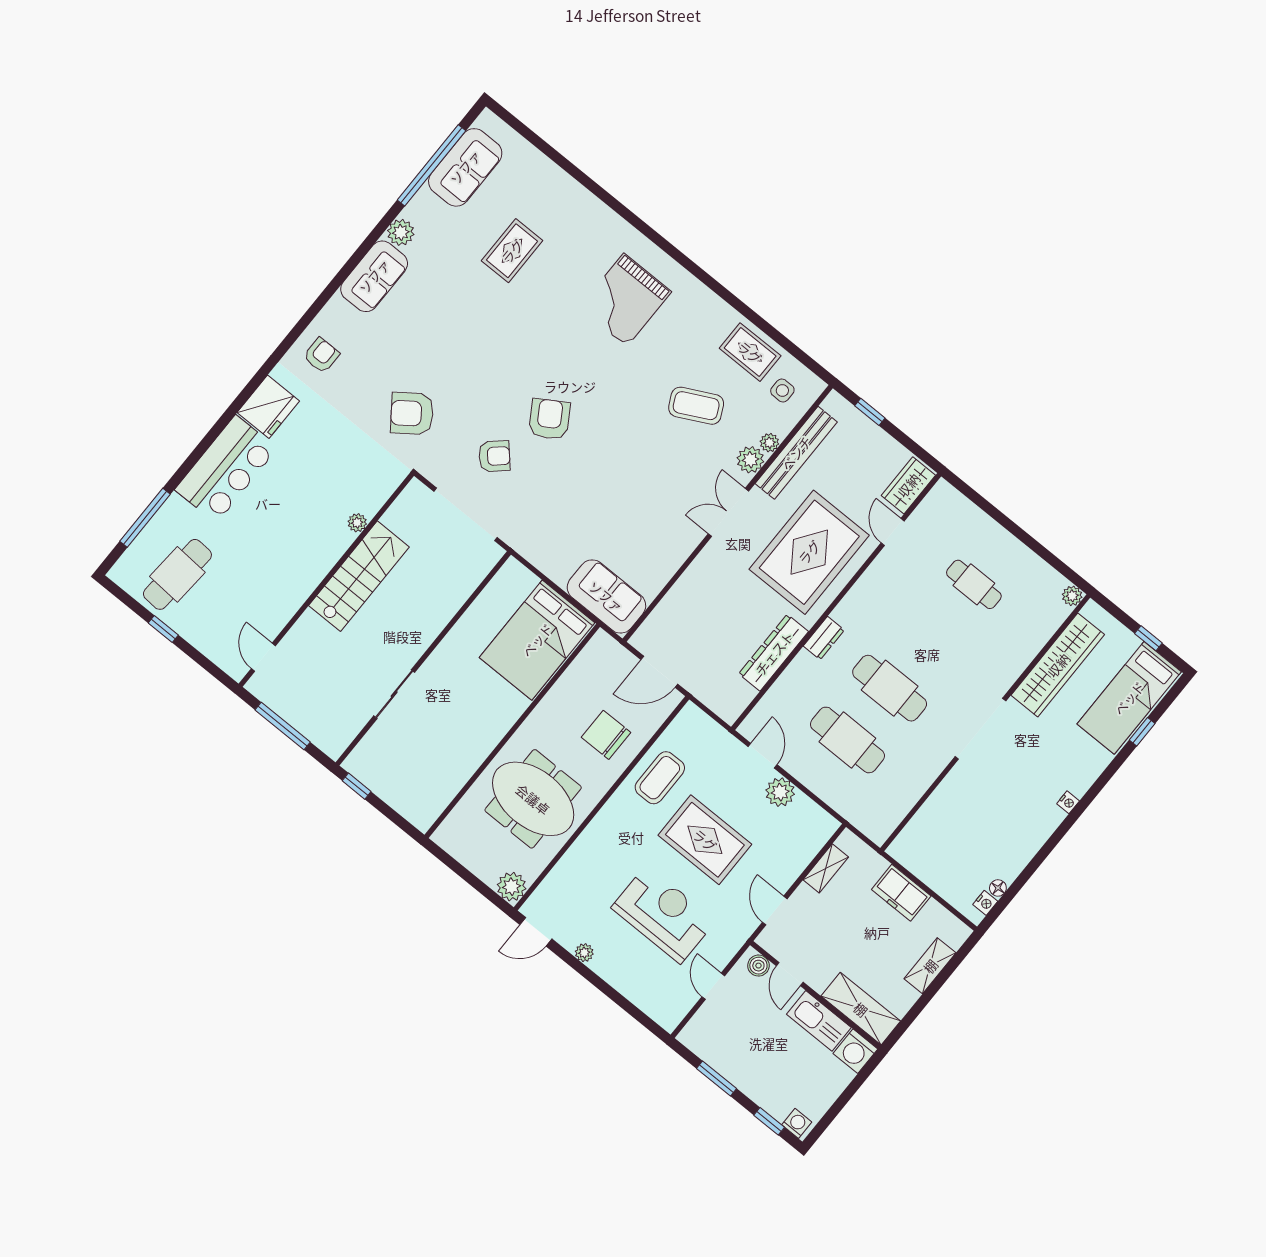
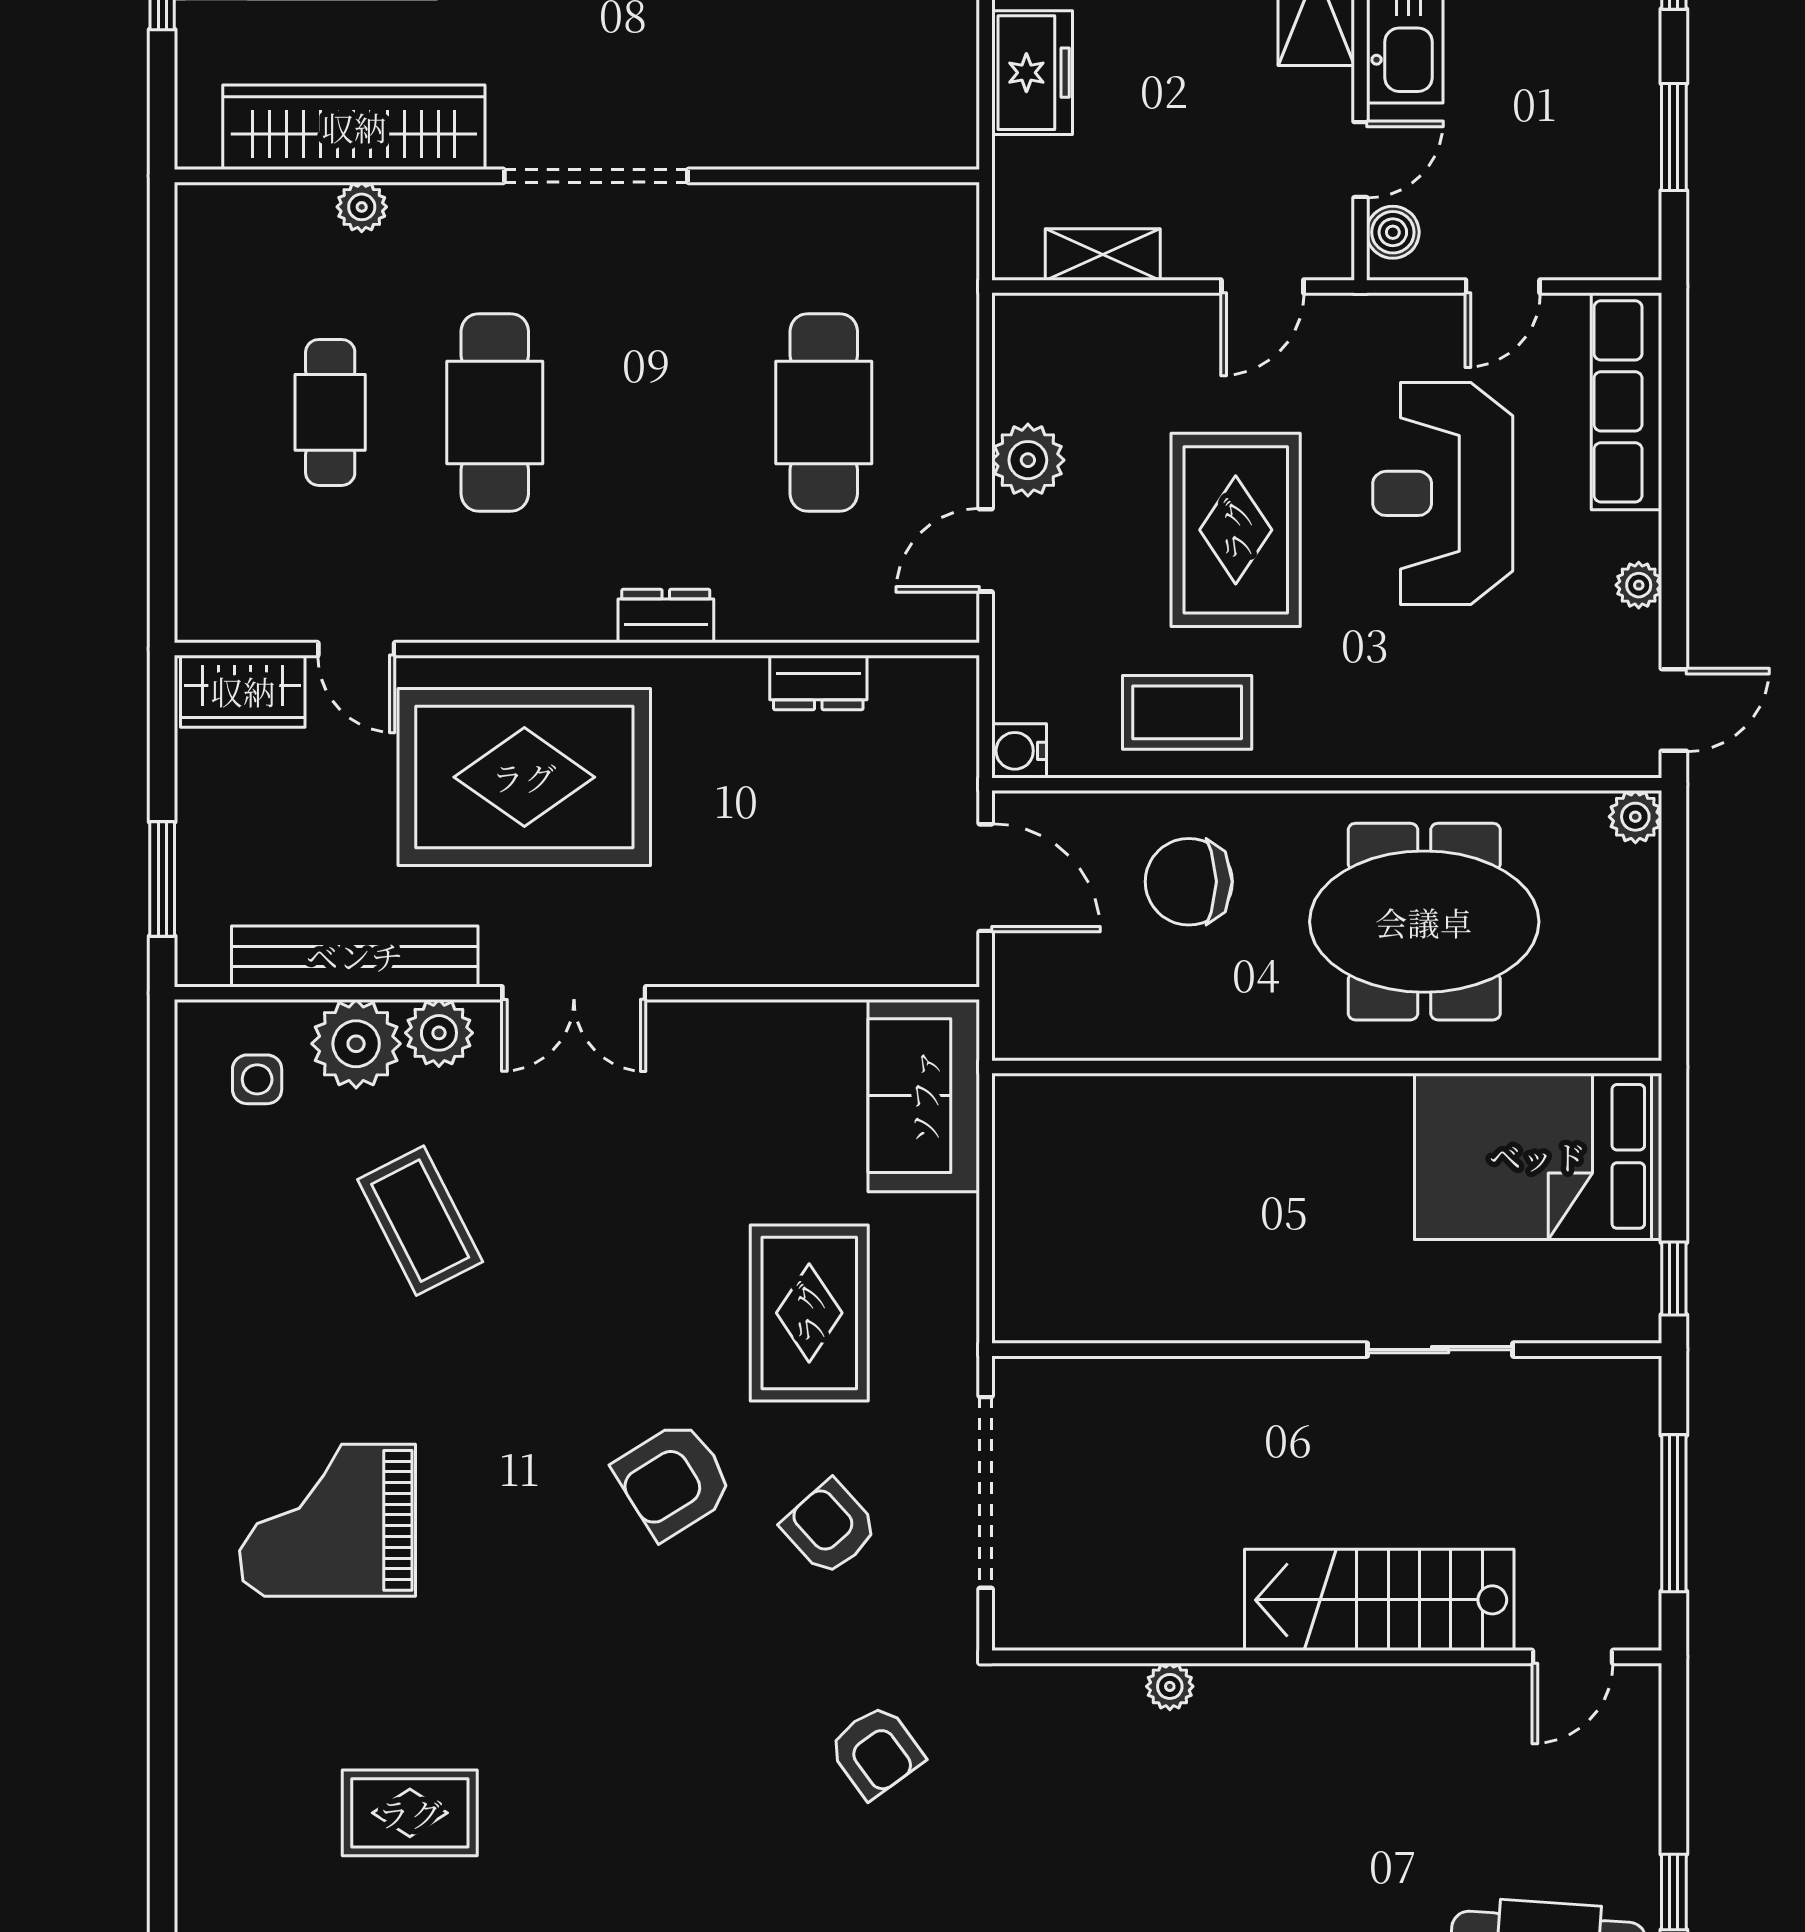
grand piano: (625, 300) -> (328, 1520), turned 180
rug: (750, 352) -> (809, 1313), moved, width x1.36, depth x1.43
window: (870, 412) -> (162, 879), width x1.50
armchair: (412, 413) -> (876, 1751), width x0.72, depth x0.72
plant: (769, 443) -> (356, 1044), width x1.88, depth x1.88
door: (893, 532) -> (356, 649), hinge flipped
stairs: (359, 576) -> (1379, 1600), moved
plant: (1072, 596) -> (362, 207), moved
bed: (537, 640) -> (1538, 1156), moved, turned 180
dresser: (774, 653) -> (818, 683), width x0.51, depth x0.80
cafe table: (890, 688) -> (495, 412), moved
water cooler: (691, 715) -> (1019, 751), added
chair: (606, 735) -> (1189, 882), turned 90
meeting table: (533, 799) -> (1424, 922), turned 90
plant: (512, 887) -> (1635, 817), width x0.73, depth x0.73
door: (536, 932) -> (1674, 710), hinge flipped
row of seats: (645, 996) -> (1626, 401), added

